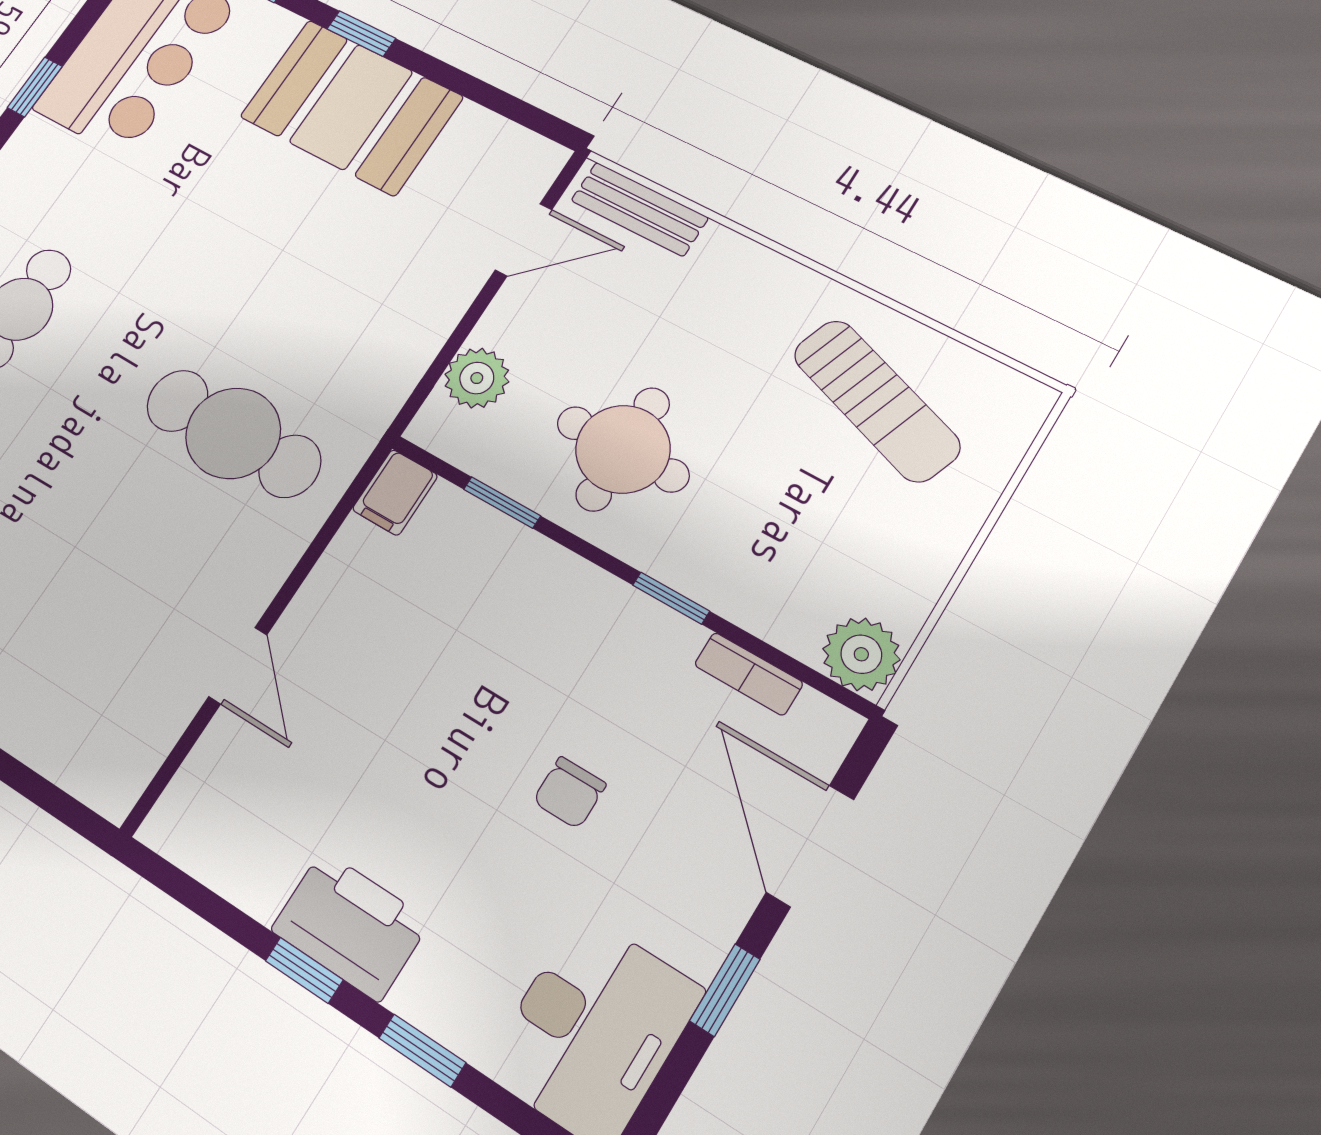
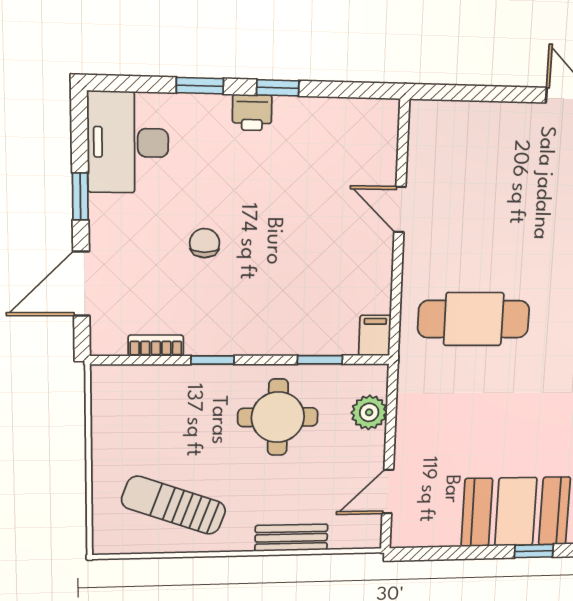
bench: (639, 209) -> (291, 538), moved
plant: (861, 654) -> (111, 384), removed
door: (810, 846) -> (81, 284), swing flipped
printer: (350, 925) -> (252, 113), width x0.53, depth x0.68

